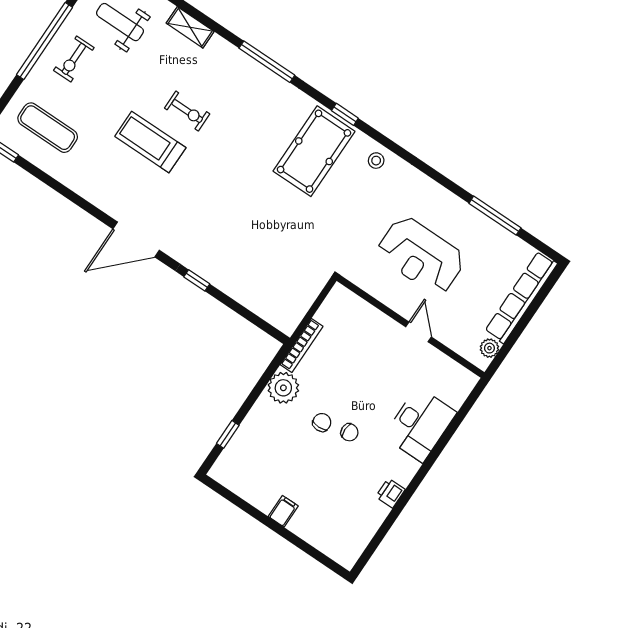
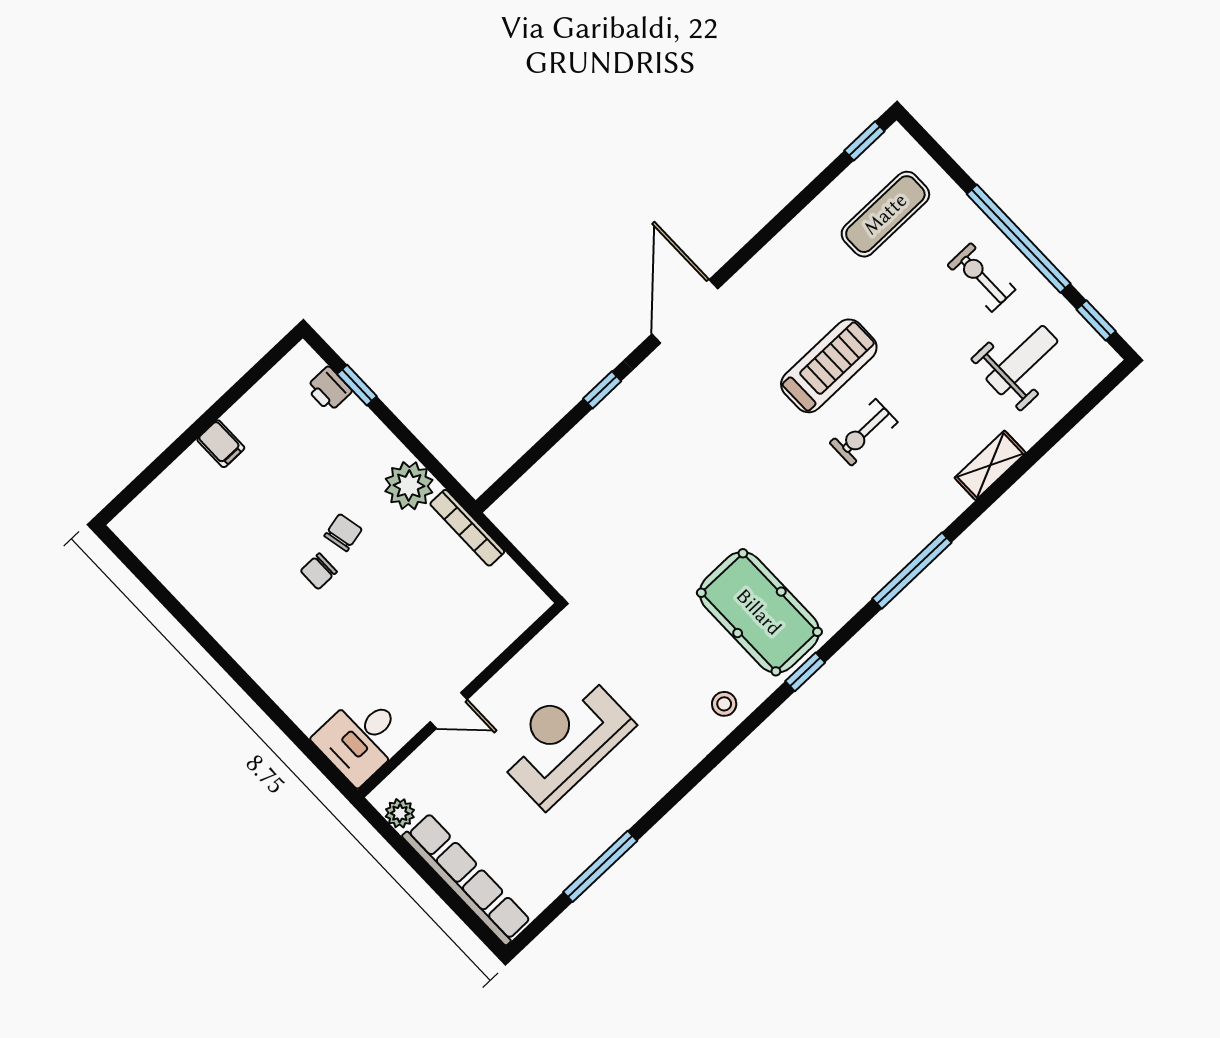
chair: (322, 422) -> (343, 533), turned -102
desk: (420, 424) -> (361, 738), moved, width x0.73
printer: (390, 493) -> (329, 389), moved, turned 180

